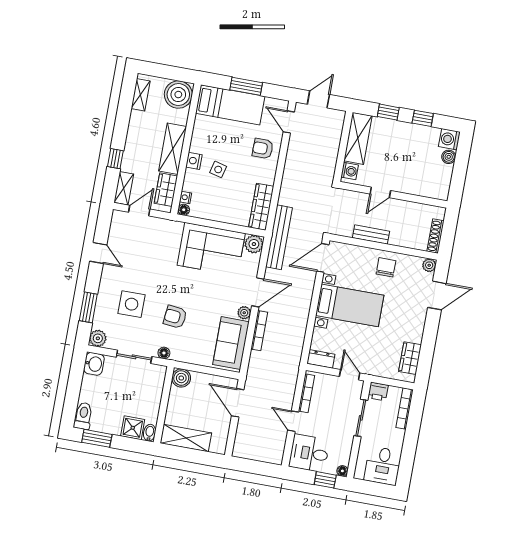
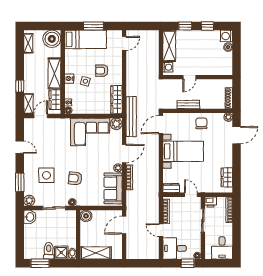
door: (318, 99) -> (140, 26), removed
door: (289, 122) -> (124, 43), swing flipped
armchair: (263, 148) -> (102, 71), moved
door: (238, 403) -> (124, 225), hinge flipped
toilet: (83, 416) -> (49, 251), moved

